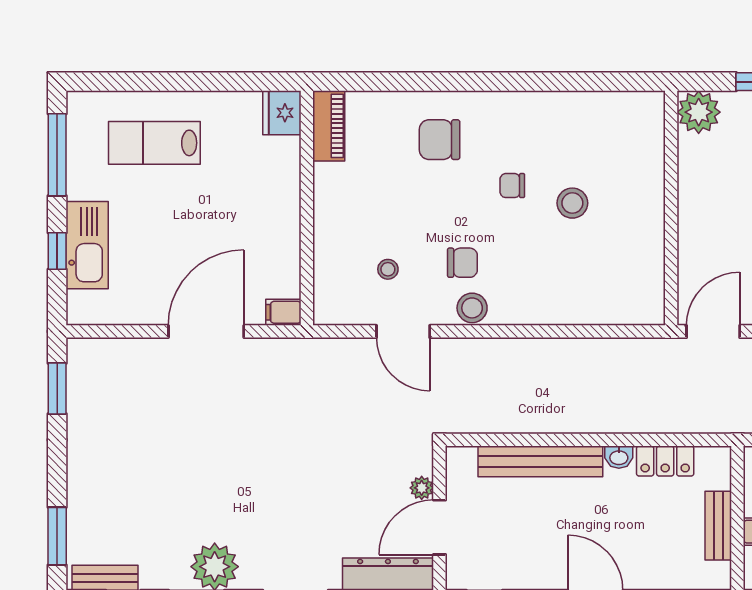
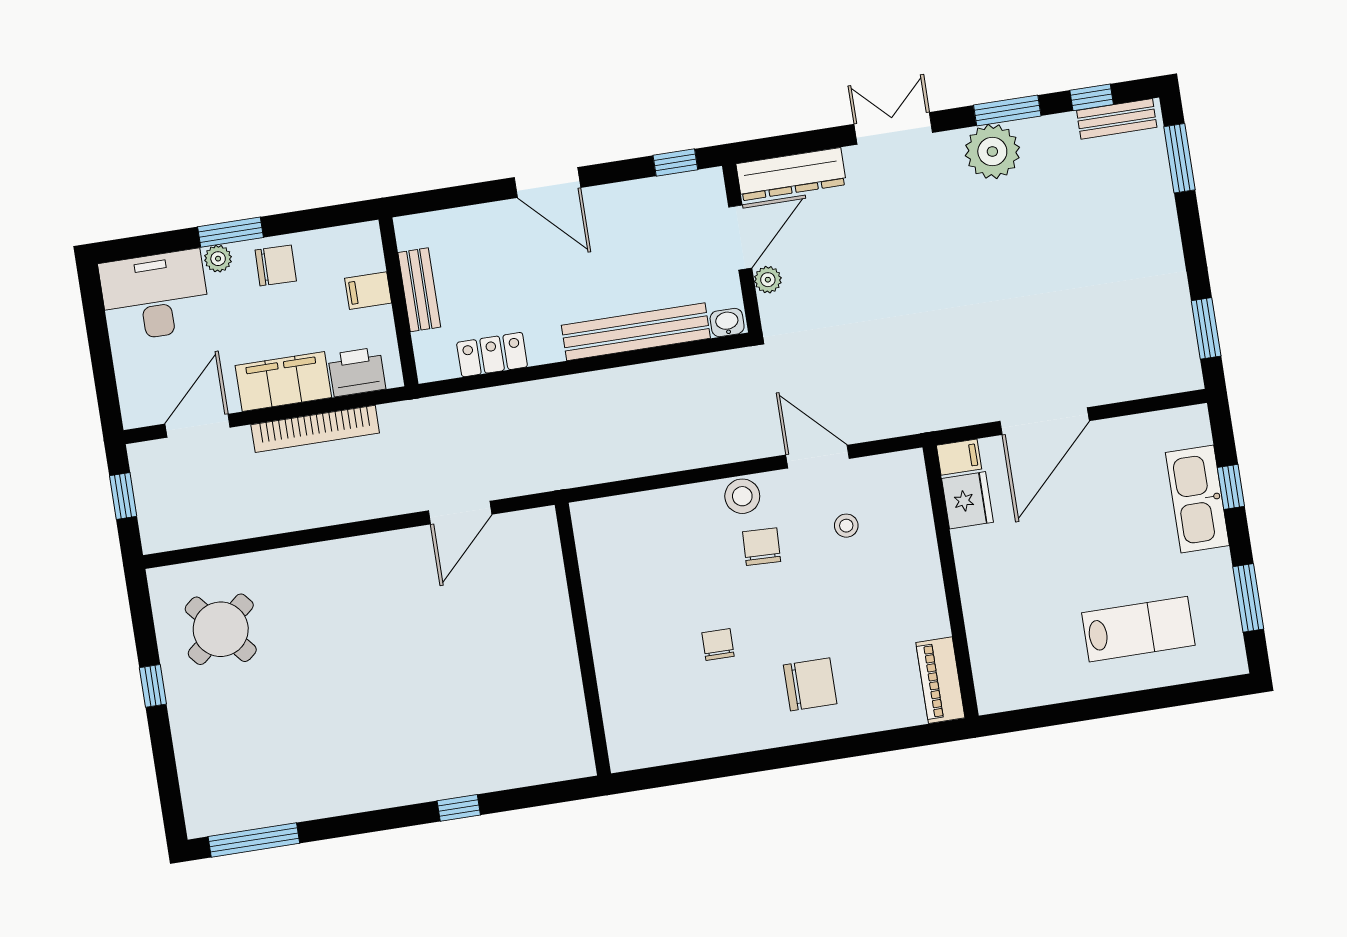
plant: (699, 112) -> (516, 763), removed
fridge: (282, 113) -> (967, 500), moved
window: (57, 155) -> (1248, 598), width x0.69
chair: (512, 186) -> (718, 645), turned -90
stool: (572, 203) -> (646, 635), removed
wall: (671, 208) -> (583, 639), moved
chair: (462, 263) -> (762, 547), turned 92
washbasin: (619, 457) -> (727, 322), moved

